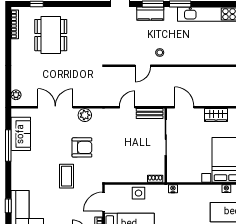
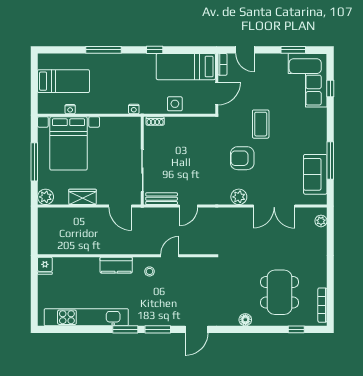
floor lamp: (79, 12) -> (245, 320), added
kitchen counter: (150, 14) -> (116, 265), moved, turned 180

